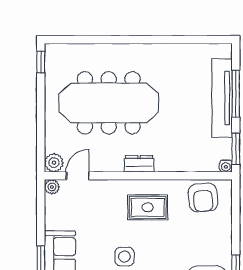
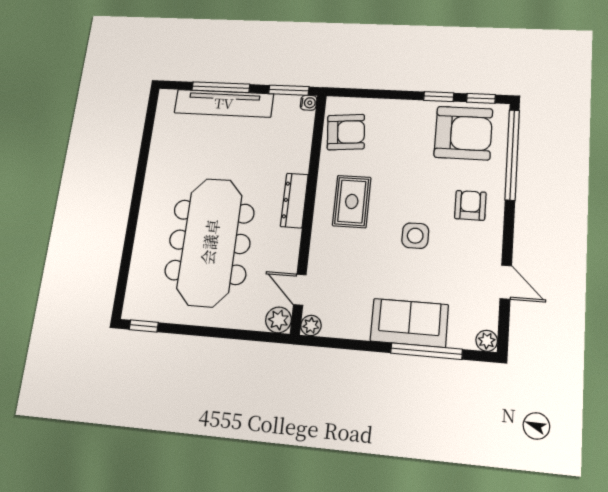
dresser: (139, 164) -> (294, 200), width x1.44

